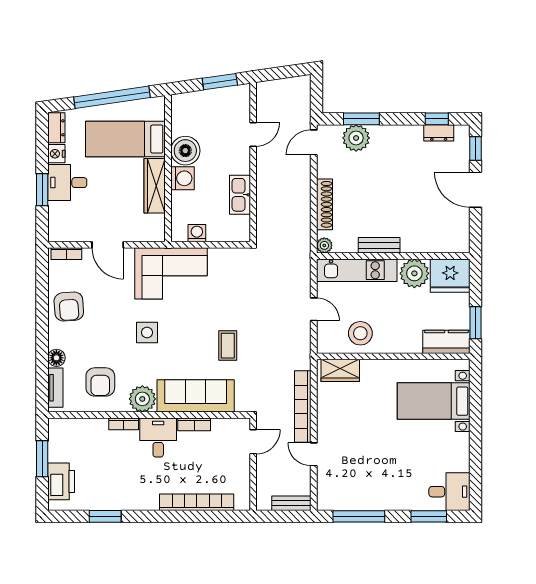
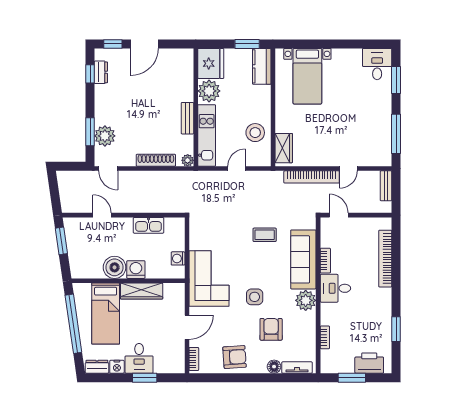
armchair: (100, 382) -> (271, 329), moved, turned -90
bookcase: (124, 424) -> (325, 337), moved

